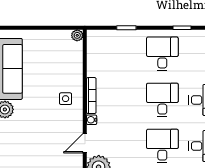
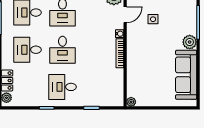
desk: (162, 54) -> (62, 87), turned 90
side table: (66, 99) -> (153, 19), moved

